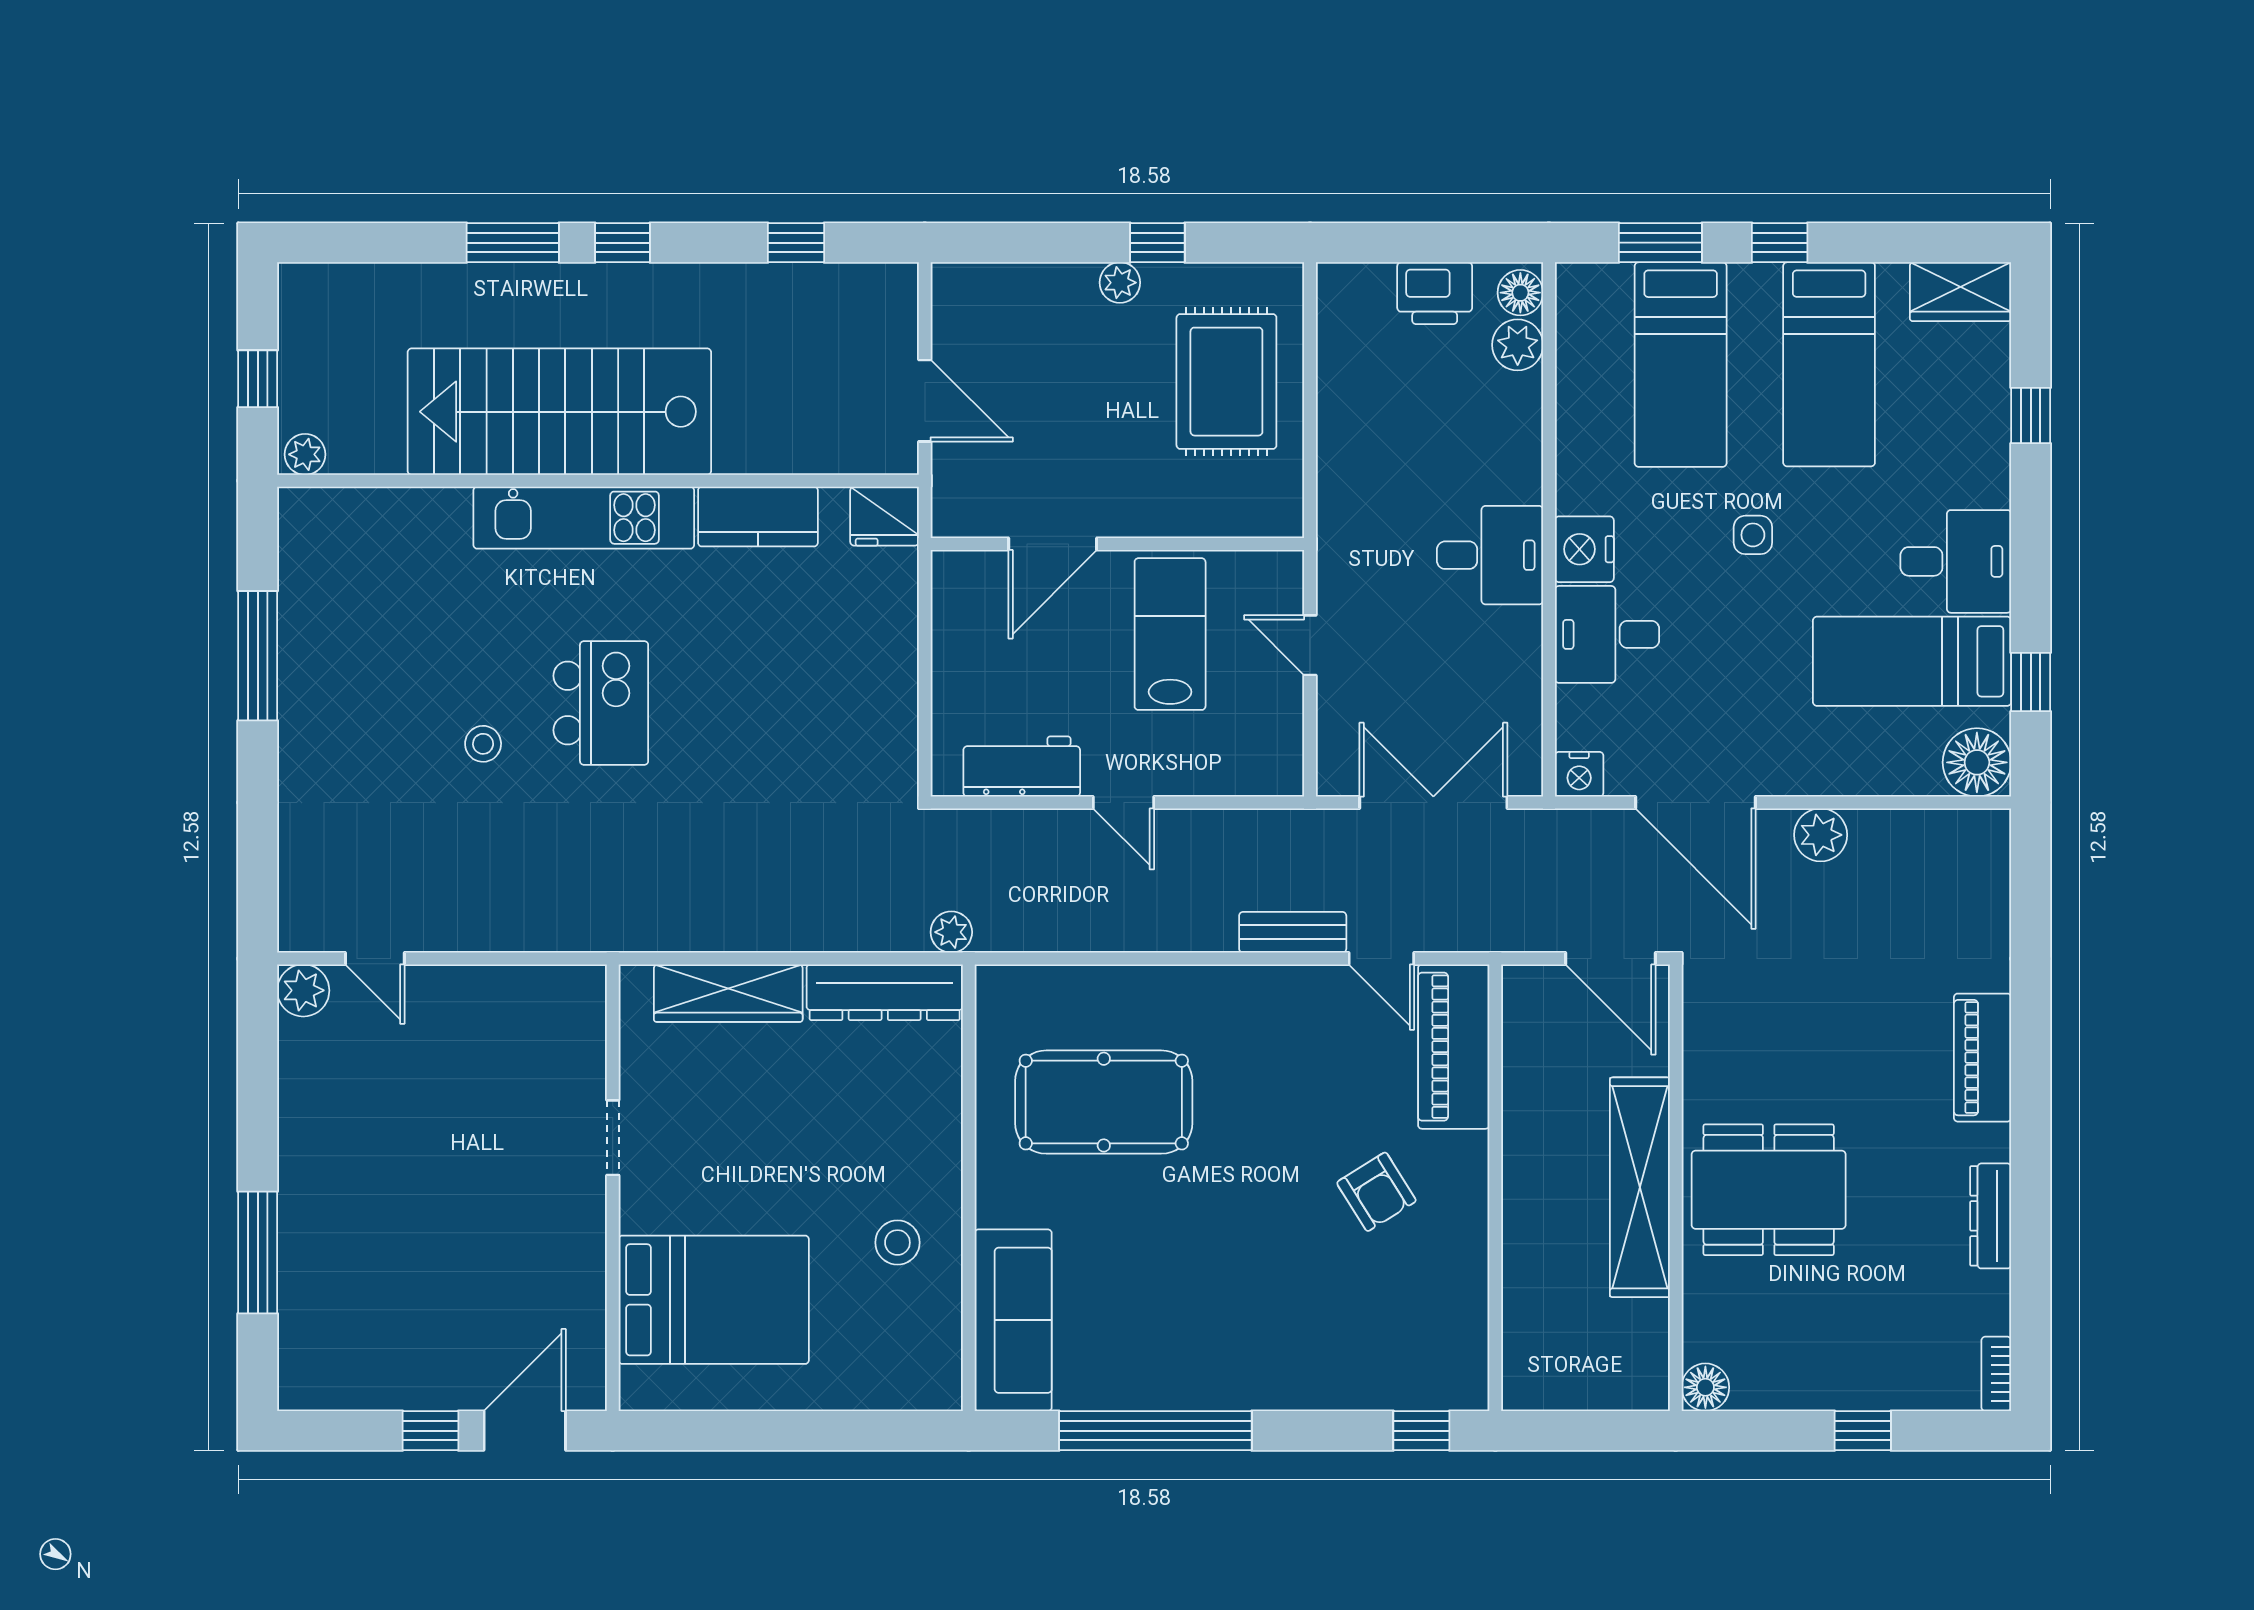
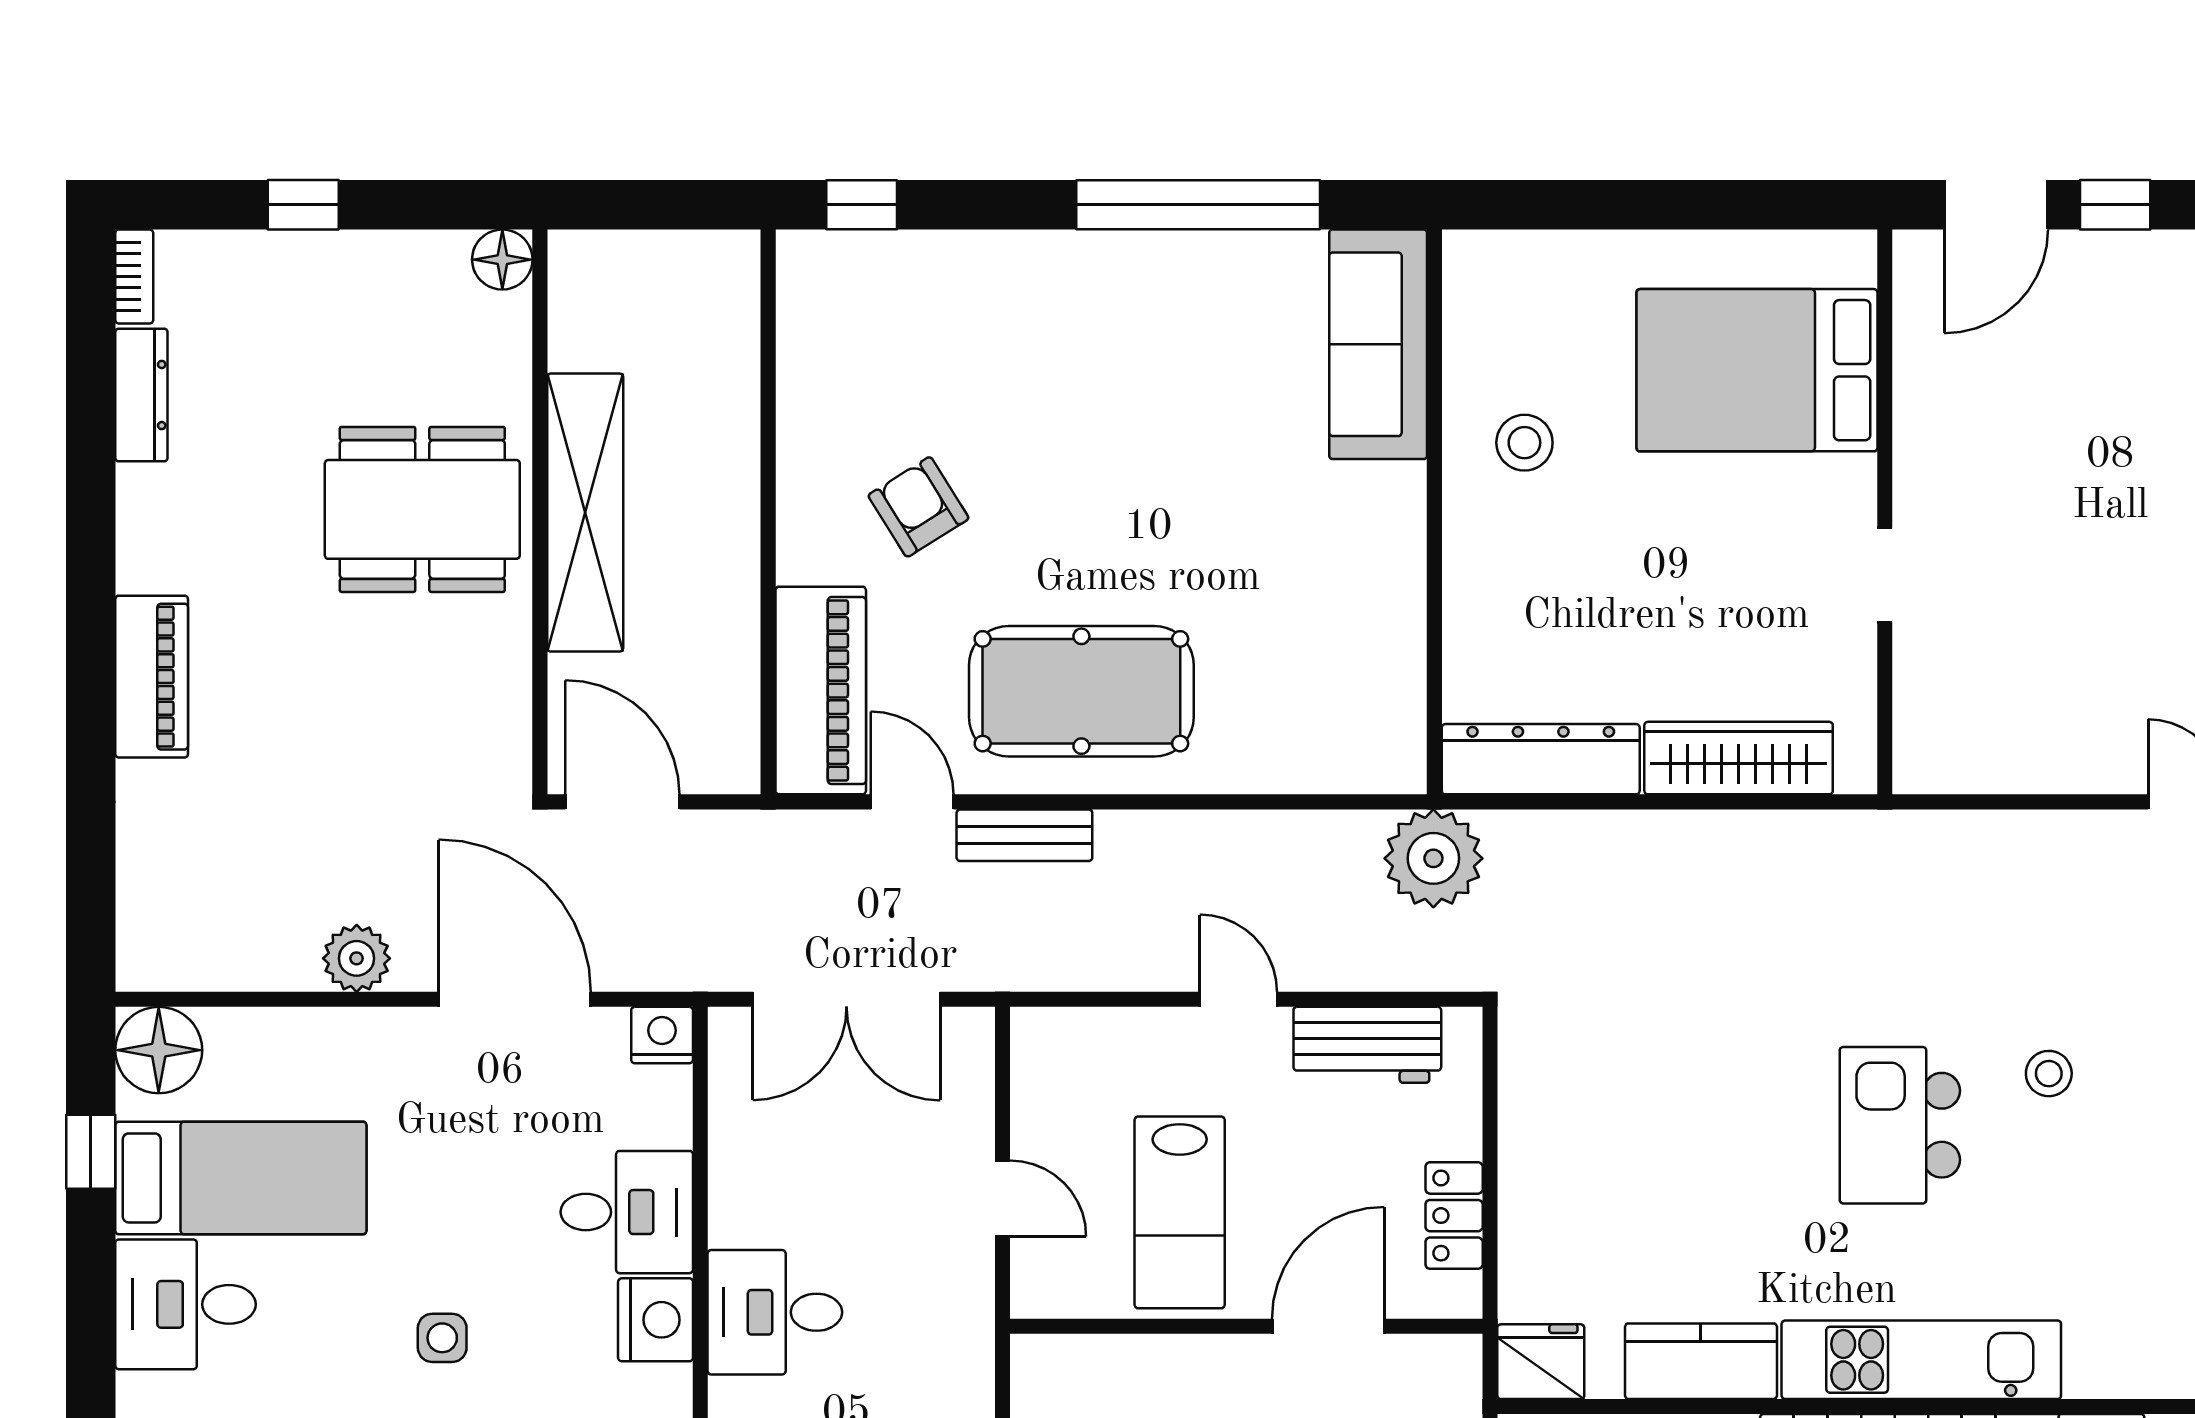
locker: (953, 632) -> (1454, 1216), added
plant: (951, 932) -> (1433, 858), width x1.87, depth x1.87
pool table: (1104, 1102) -> (1081, 691), moved
dresser: (1991, 1216) -> (141, 395), moved

